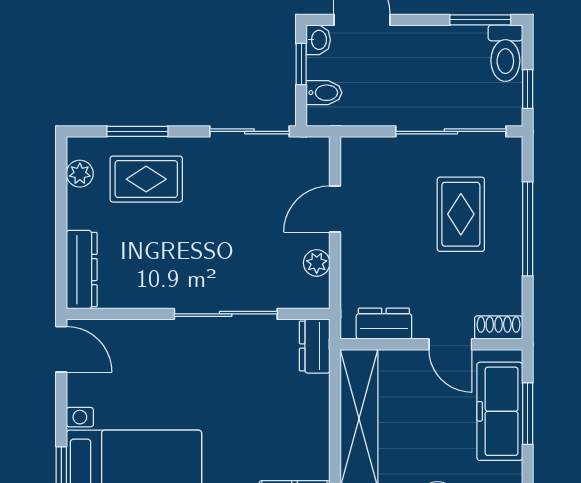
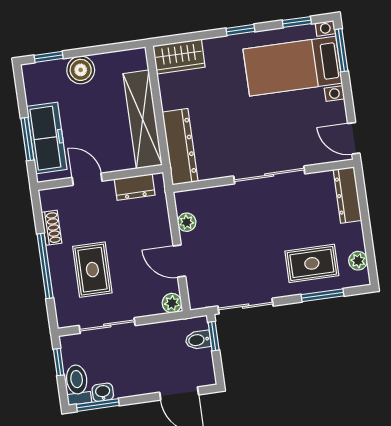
washbasin: (318, 40) -> (103, 392), moved, turned 90
window: (301, 64) -> (214, 336), moved
sliding door: (451, 131) -> (107, 326), width x0.73
plant: (354, 150) -> (172, 303), added
door: (335, 209) -> (179, 261), swing flipped
sliding door: (226, 314) -> (269, 175), moved
shoe rack: (499, 328) -> (51, 228), moved, turned -90
dresser: (315, 346) -> (180, 147), width x1.96, depth x1.24

